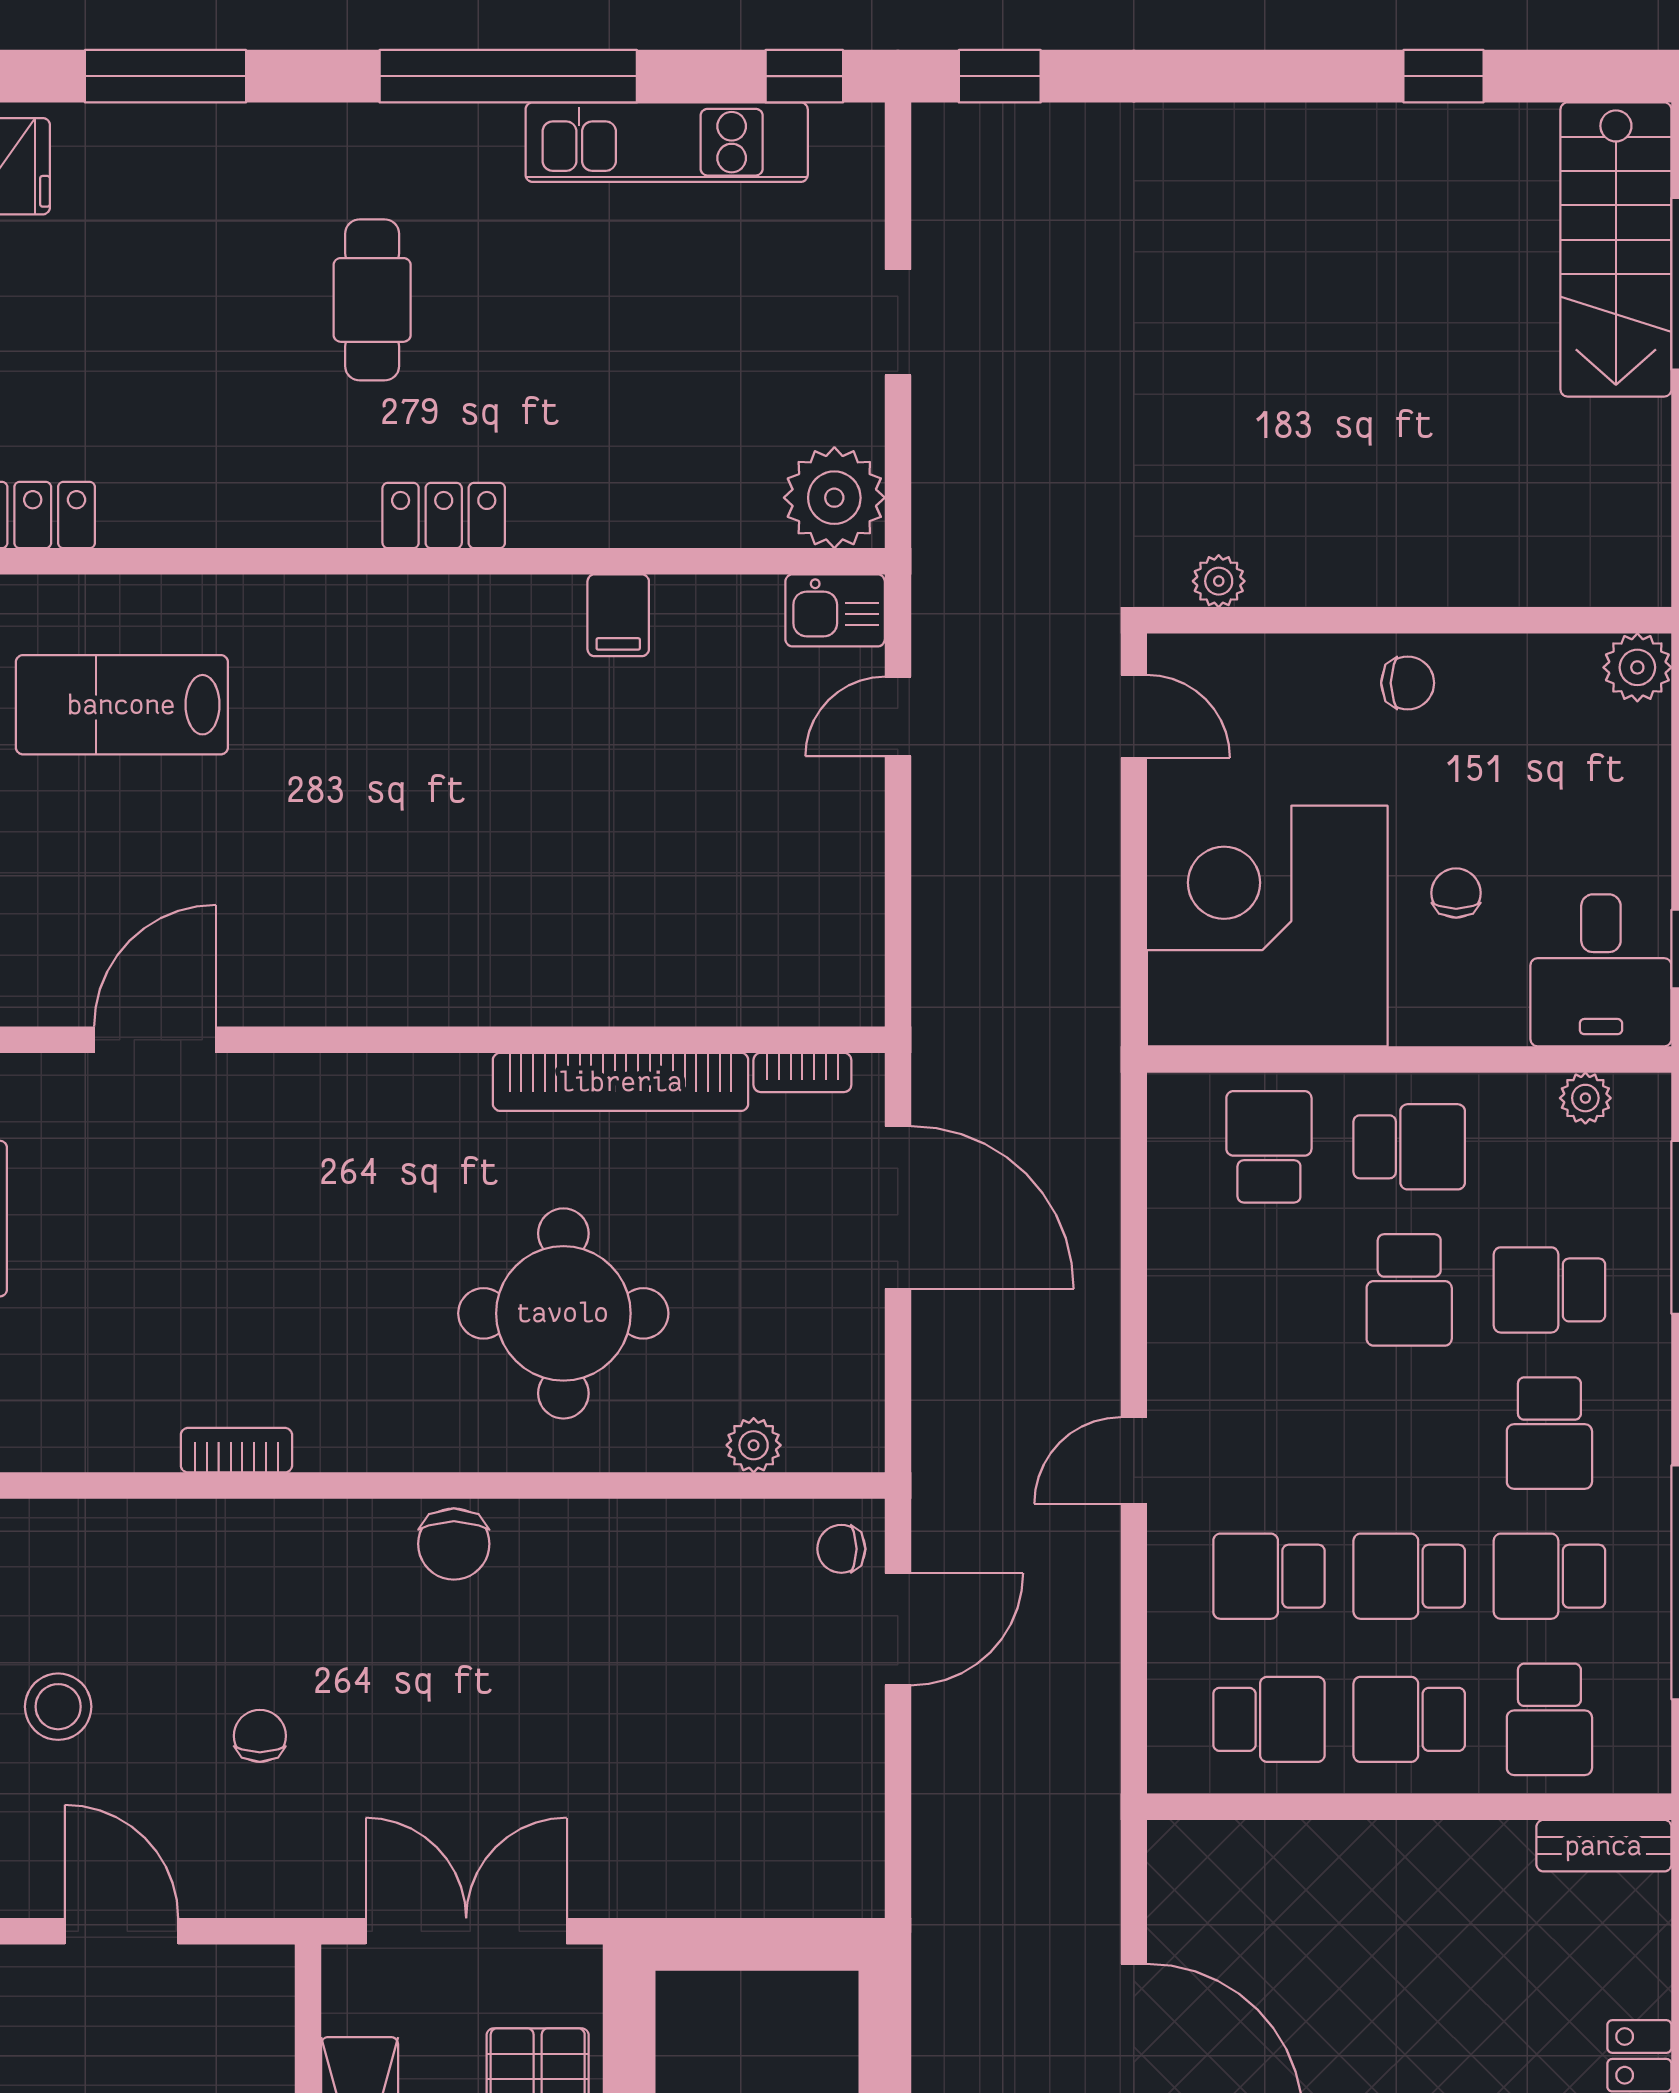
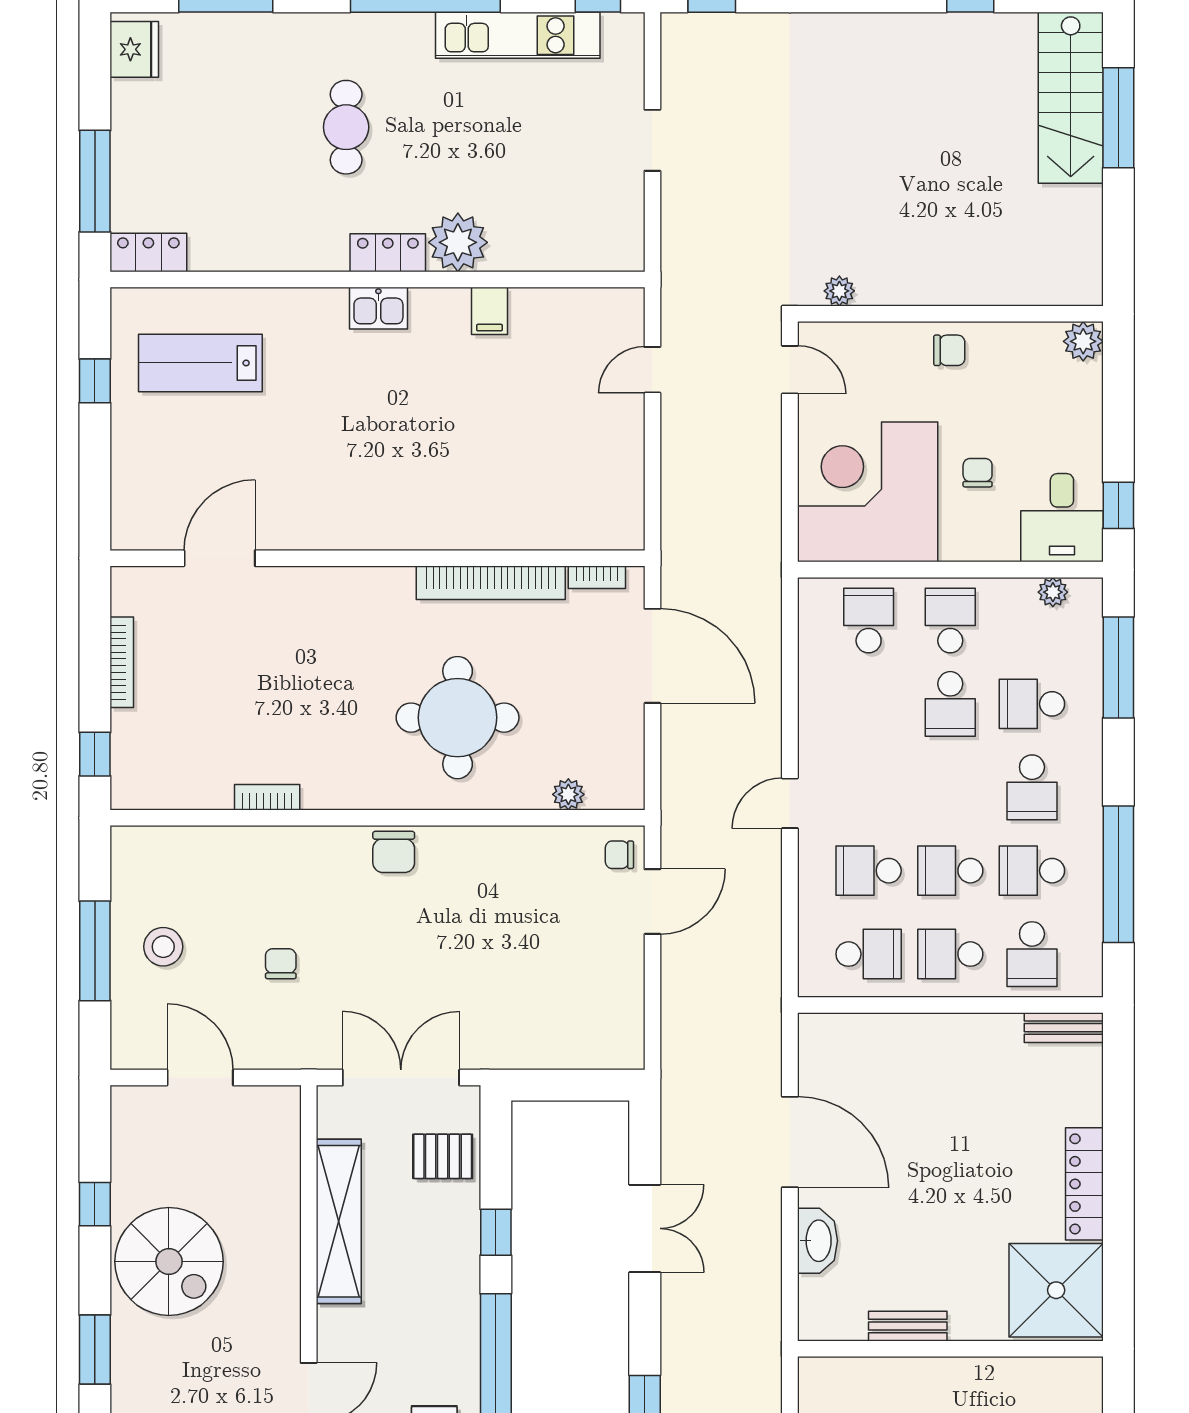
plant: (834, 498) -> (458, 242), moved
kitchen sink: (835, 610) -> (378, 308), moved
school desk: (1409, 1147) -> (950, 621), turned -90

